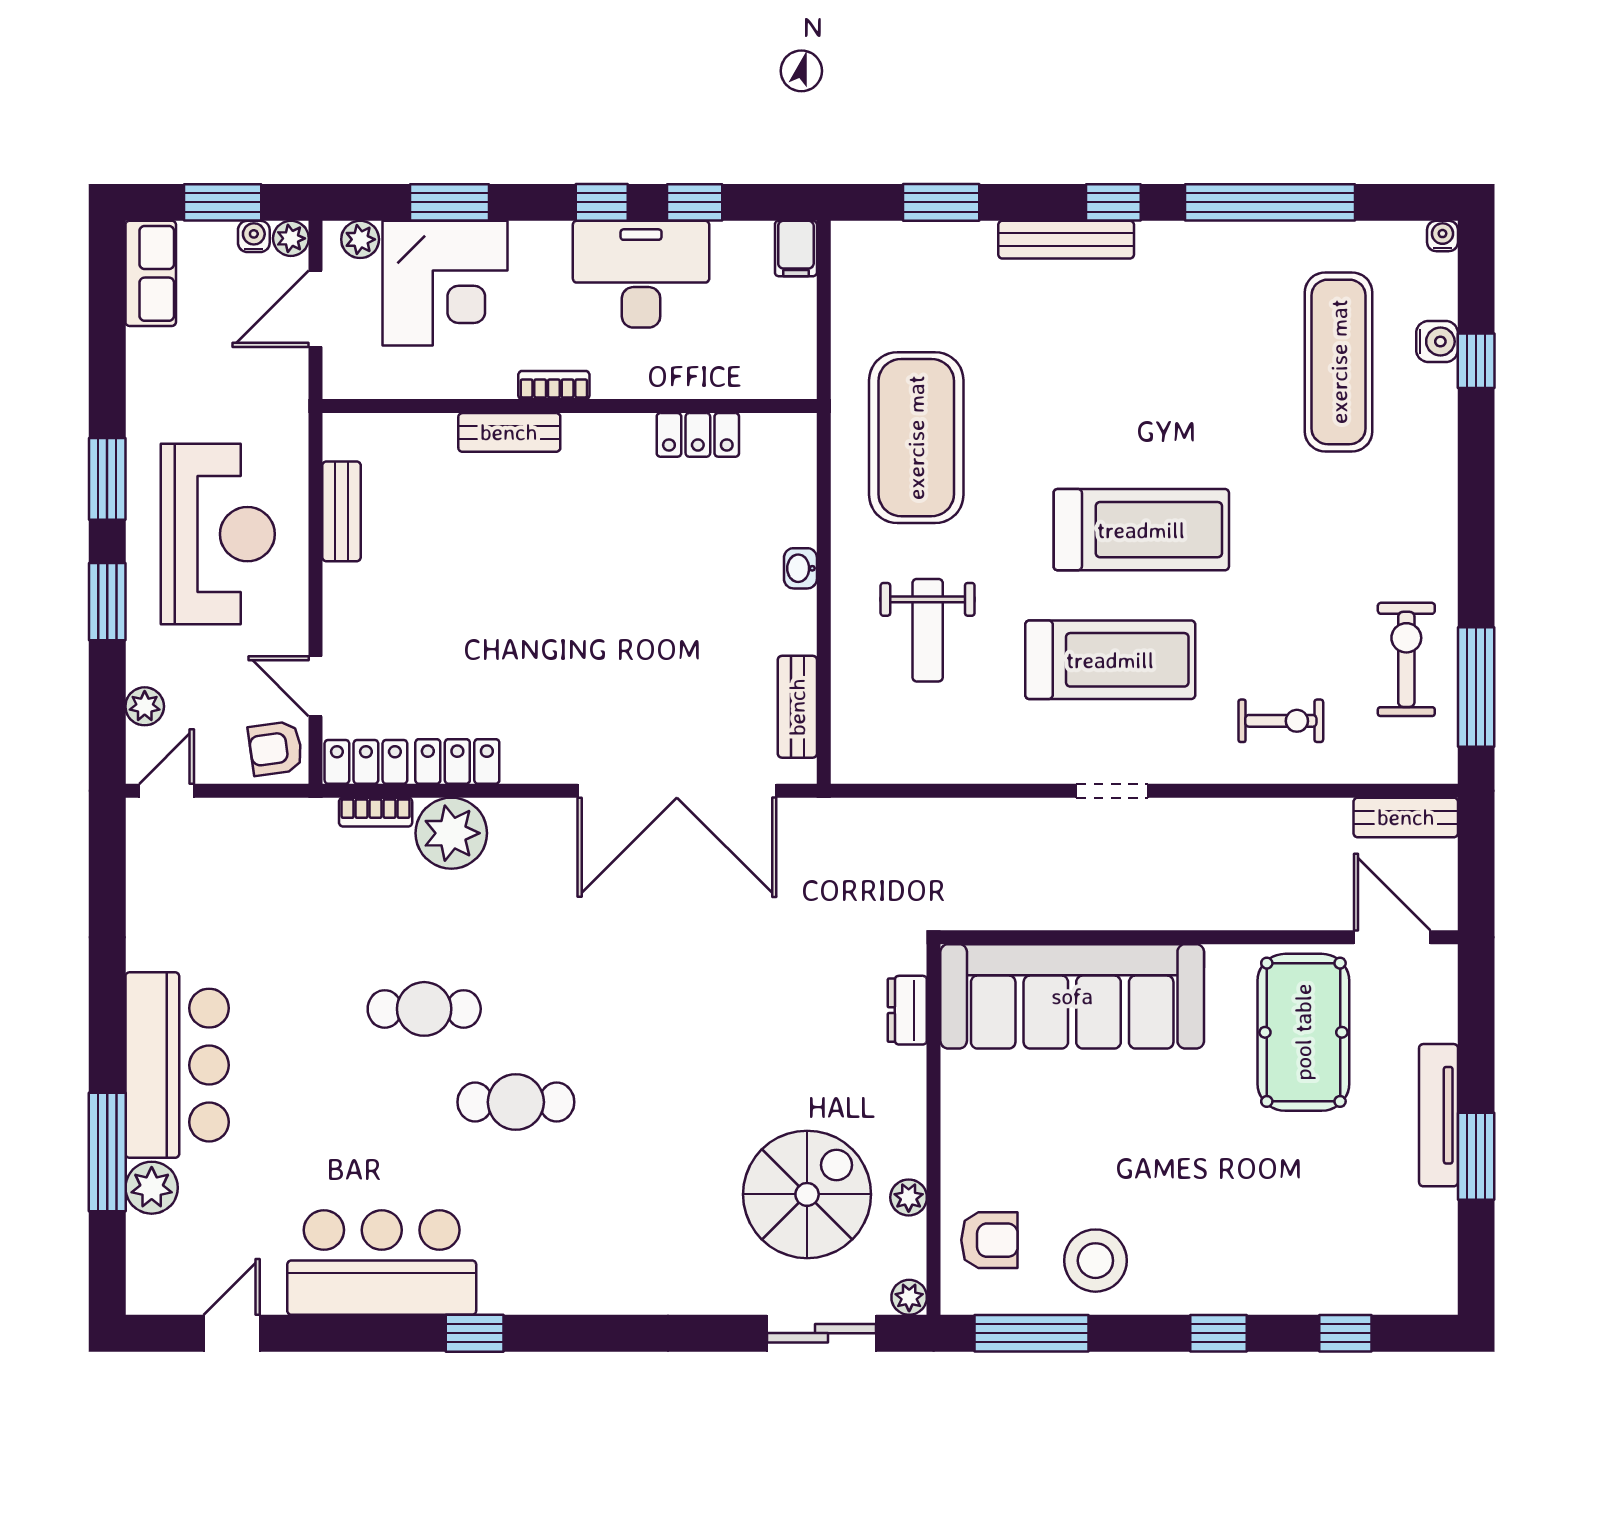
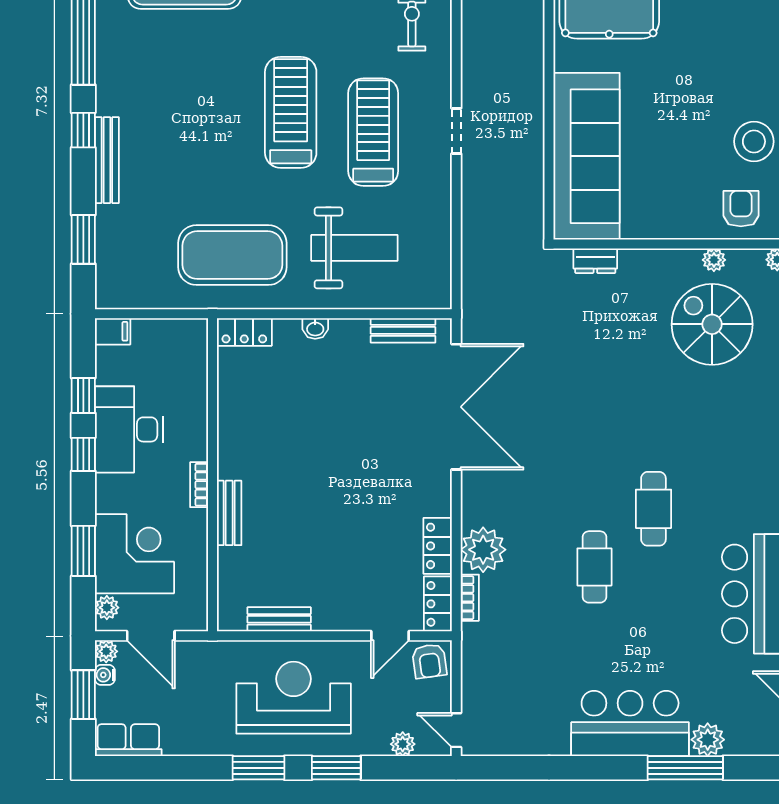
locker: (698, 435) -> (244, 332), moved, turned 90
weight bench: (928, 630) -> (354, 248), width x1.36, depth x1.33

